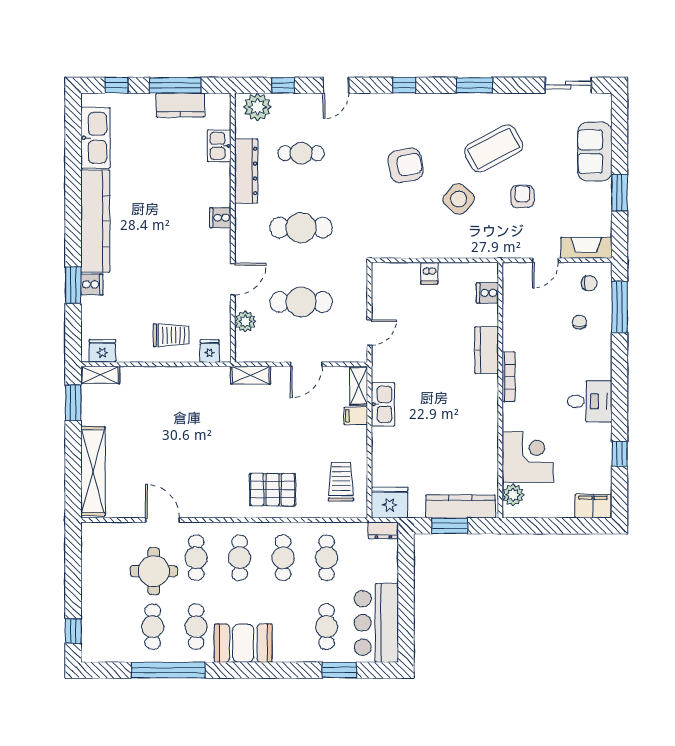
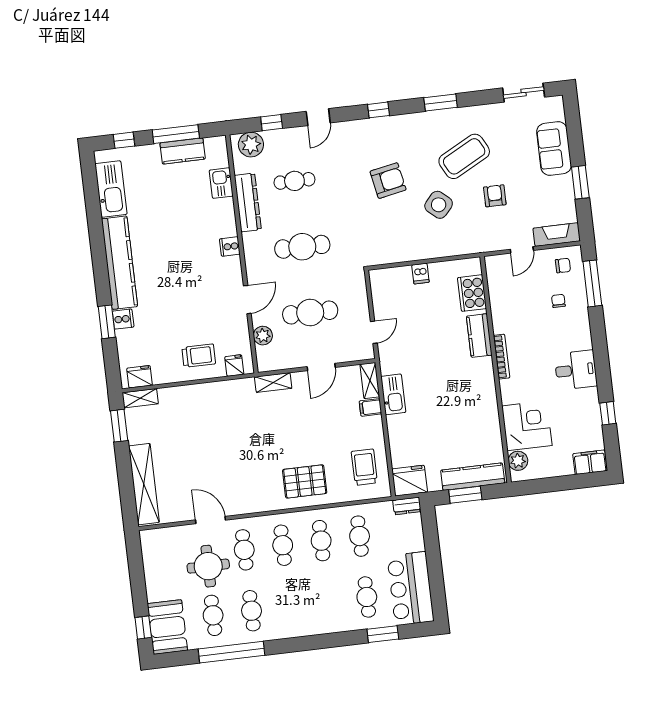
cooker: (487, 293) -> (472, 293), width x1.87, depth x1.31
booth: (243, 643) -> (167, 627), moved, turned 90

